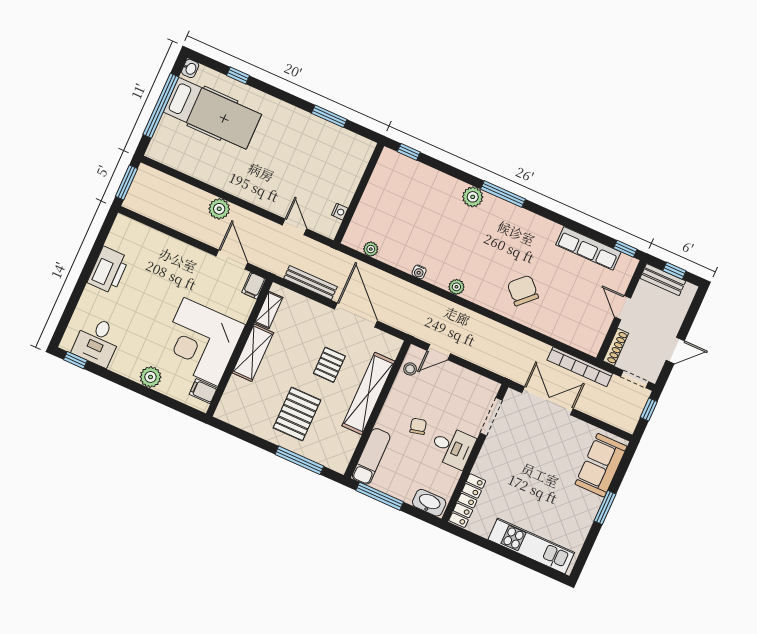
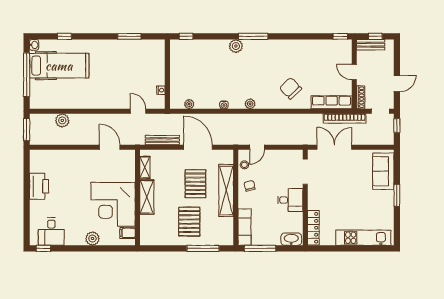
plant: (219, 209) -> (62, 120), moved
row of seats: (588, 248) -> (332, 102), moved, turned 180
filing cabinet: (254, 286) -> (130, 157), removed
pallet: (329, 365) -> (195, 184), width x1.50, depth x1.42
chair: (418, 426) -> (250, 186), moved

